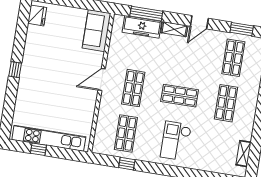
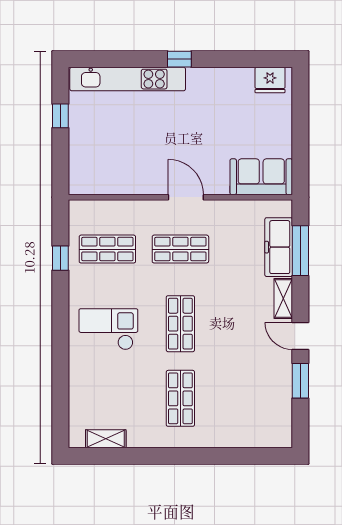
window: (242, 29) -> (300, 381), moved
shop shelf: (233, 58) -> (253, 398), removed
shop shelf: (226, 103) -> (180, 398), turned 90
kitchen unit: (49, 138) -> (128, 79), moved, turned 90

